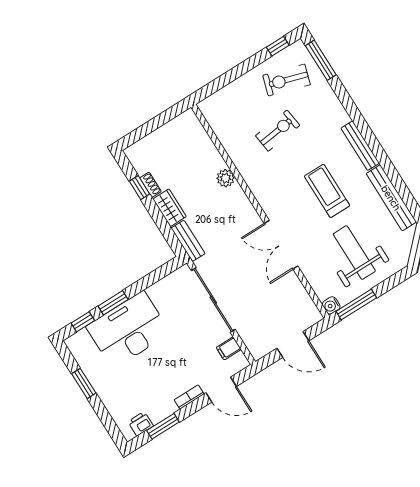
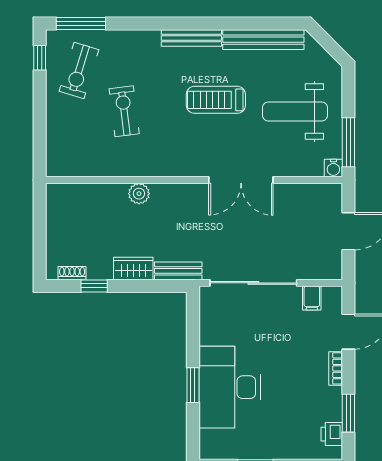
shoe rack: (150, 185) -> (72, 273), moved
window: (83, 322) -> (193, 428), removed

